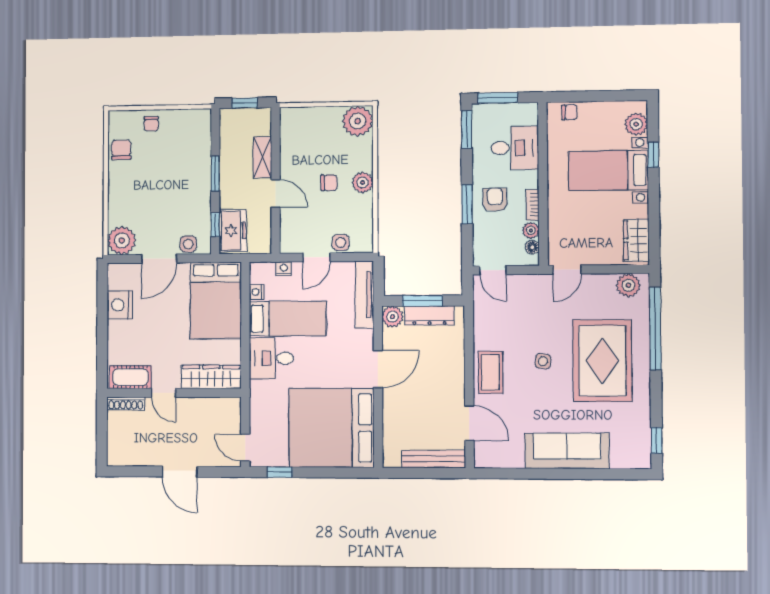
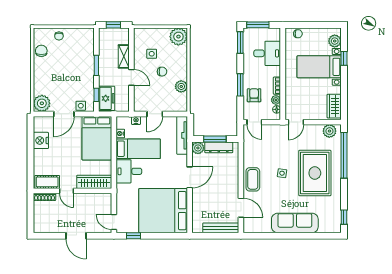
plant: (363, 182) -> (181, 86), moved
armchair: (495, 200) -> (254, 95), moved
side table: (341, 243) -> (152, 54), moved

